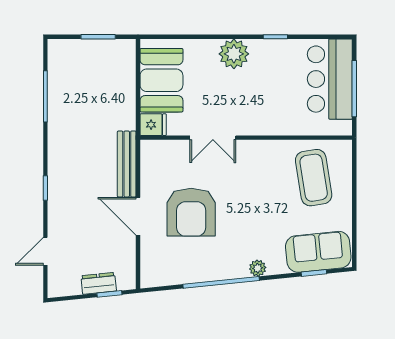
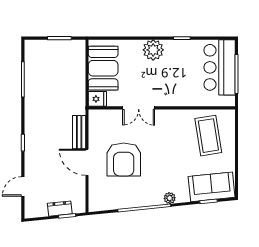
bench: (127, 164) -> (79, 132), width x0.73

